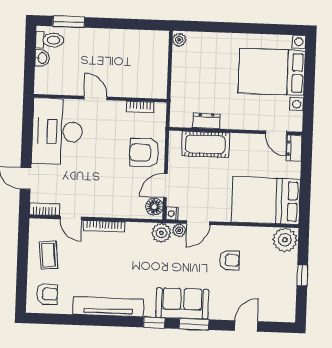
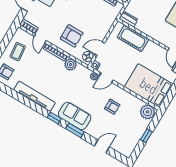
dresser: (206, 121) -> (129, 19), moved
armchair: (144, 153) -> (72, 36), moved, turned 180
plant: (161, 233) -> (70, 64), moved

